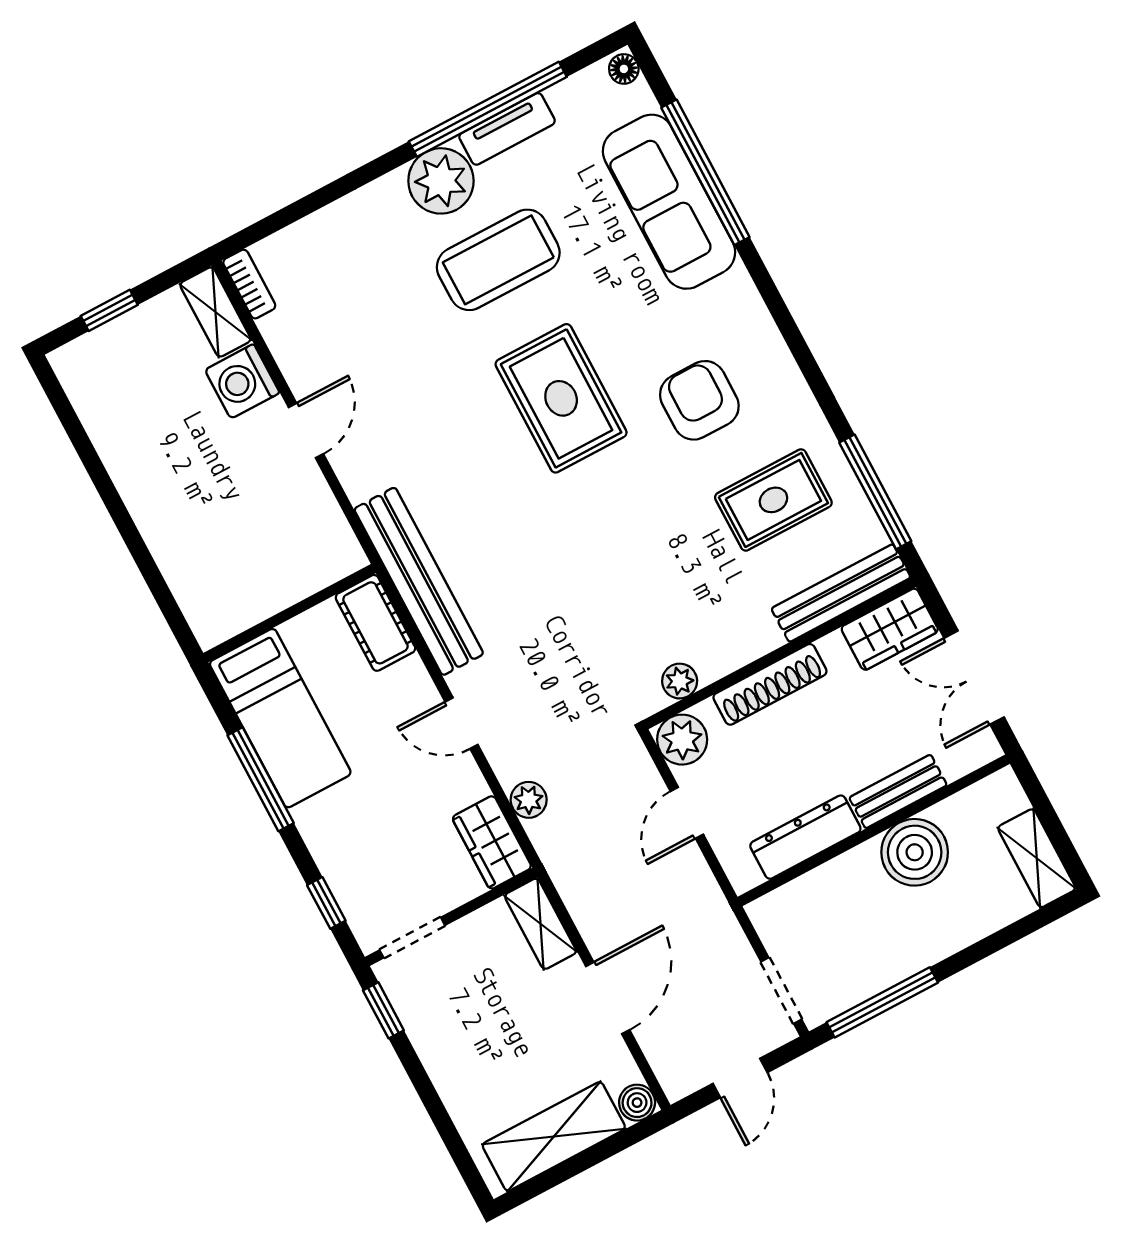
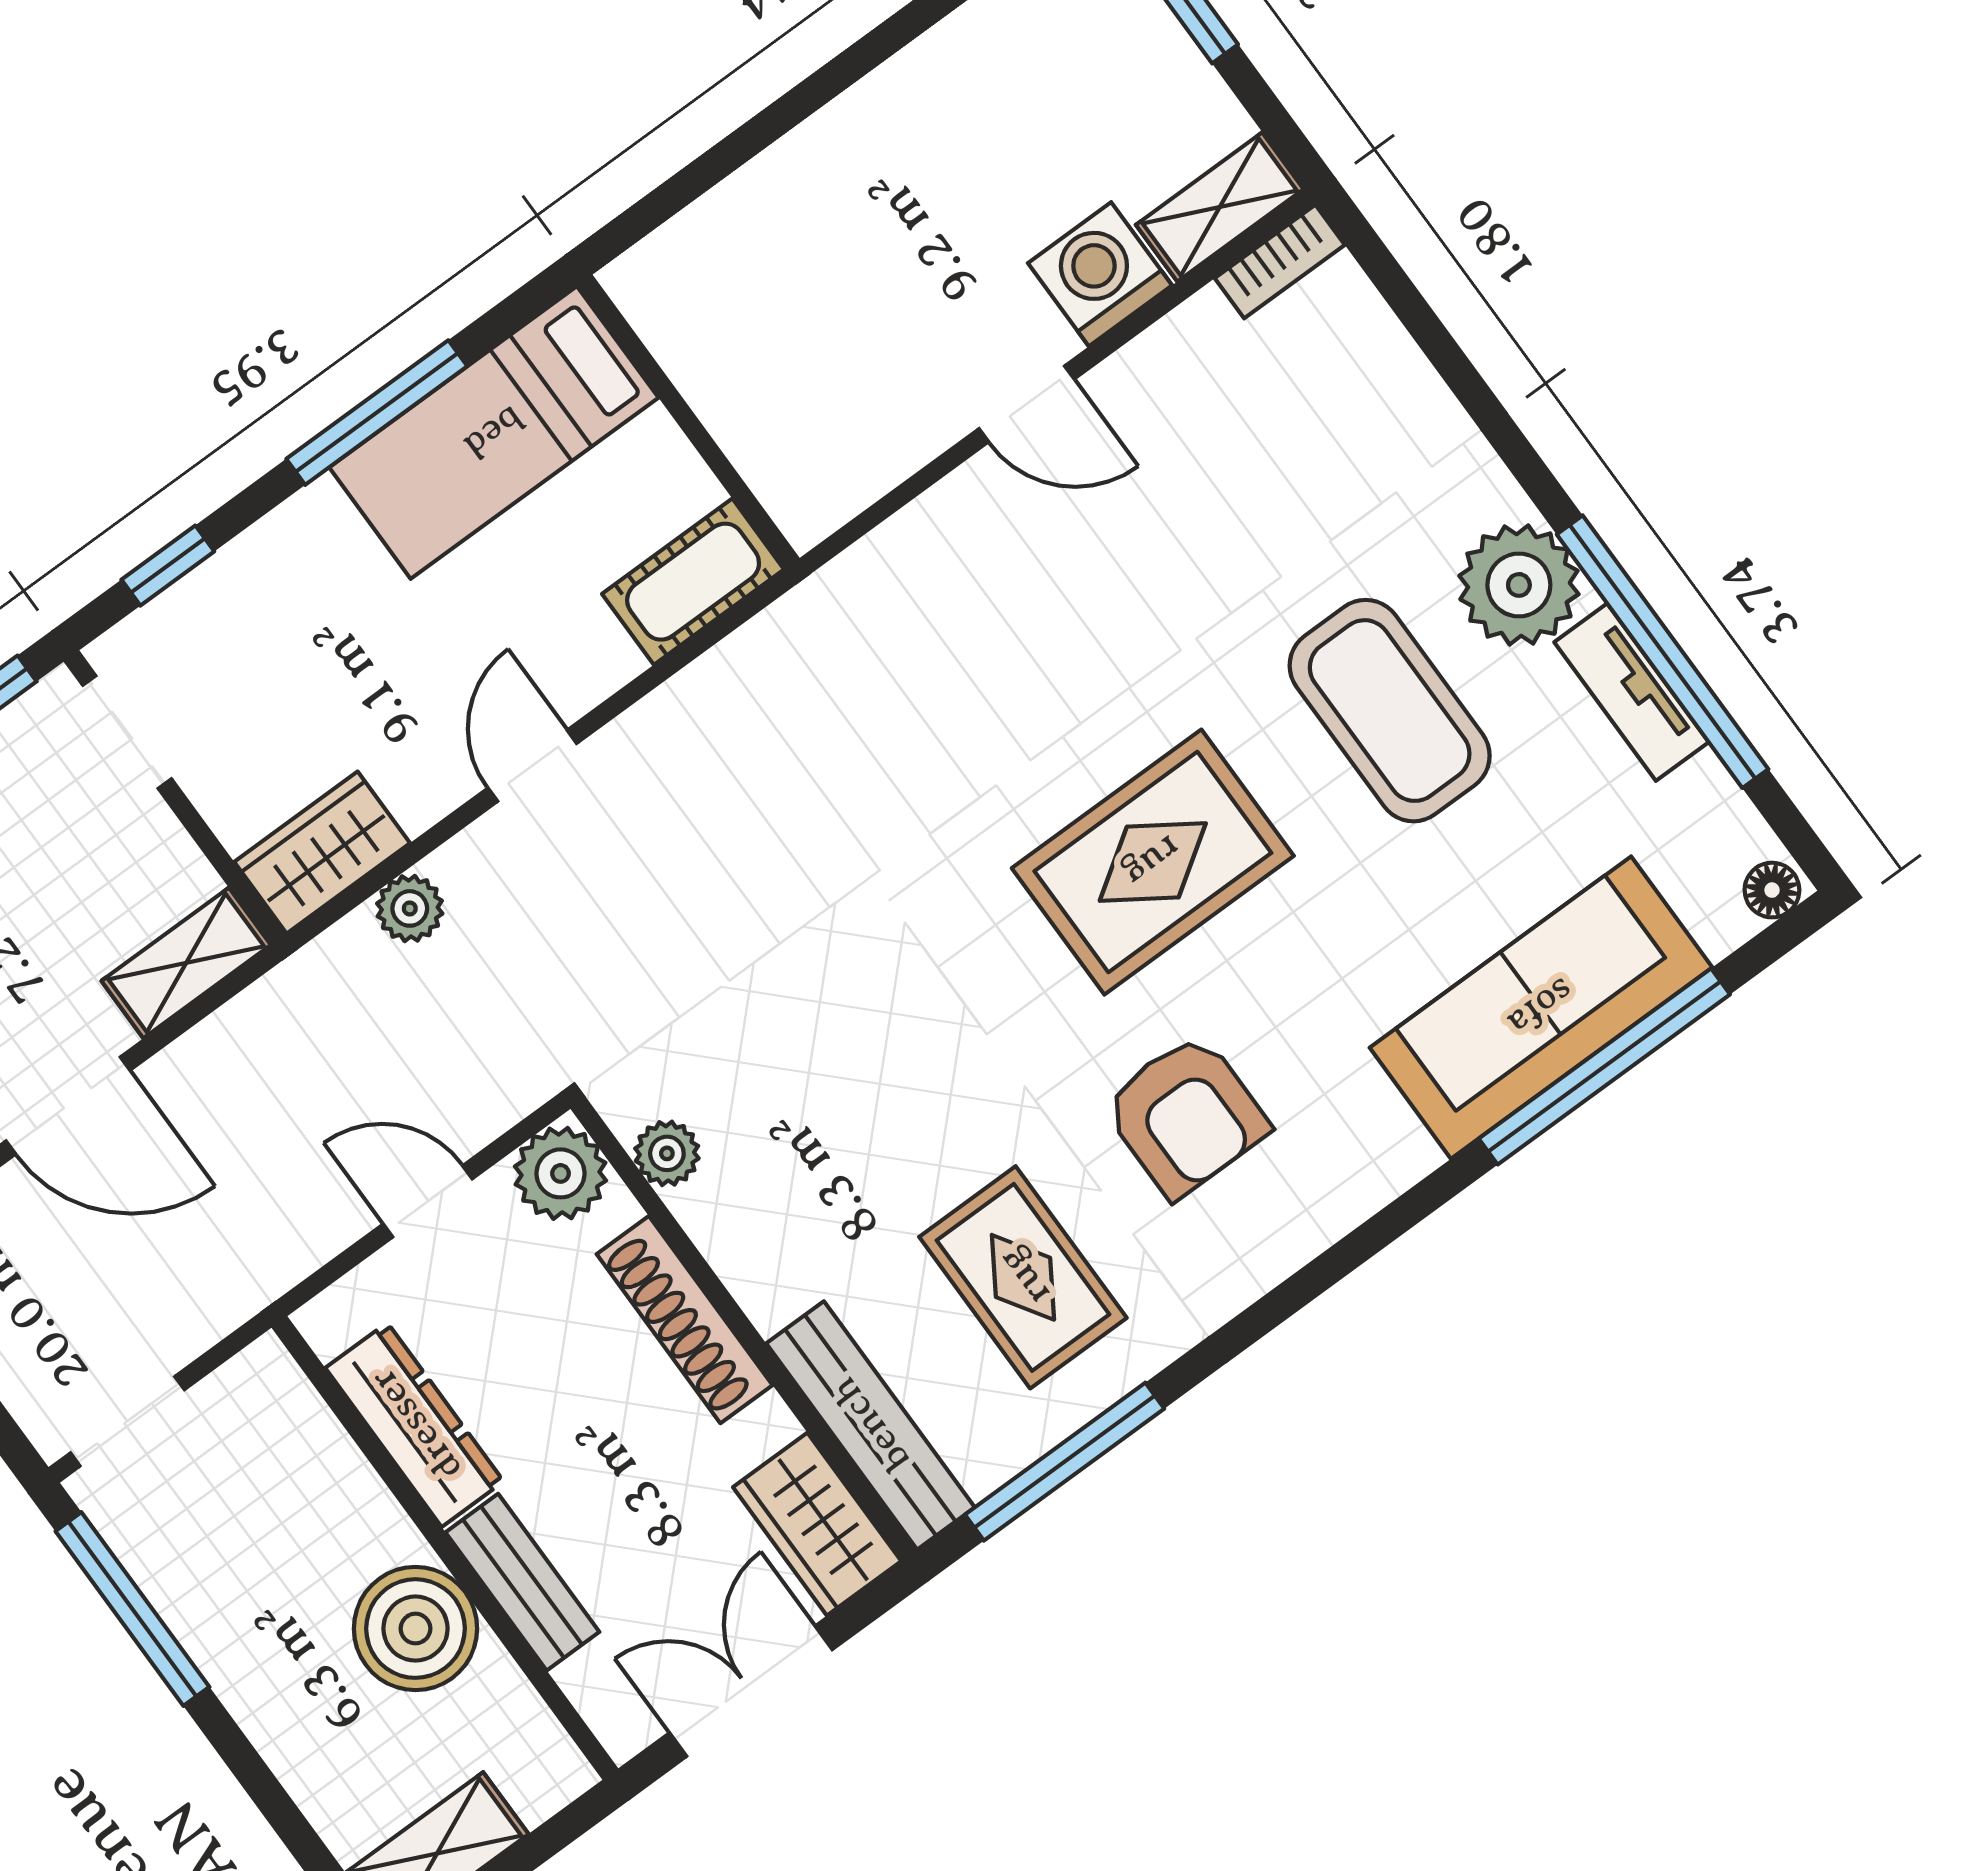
armchair: (699, 400) -> (1186, 1116), turned 90
bench: (419, 581) -> (781, 650), removed

